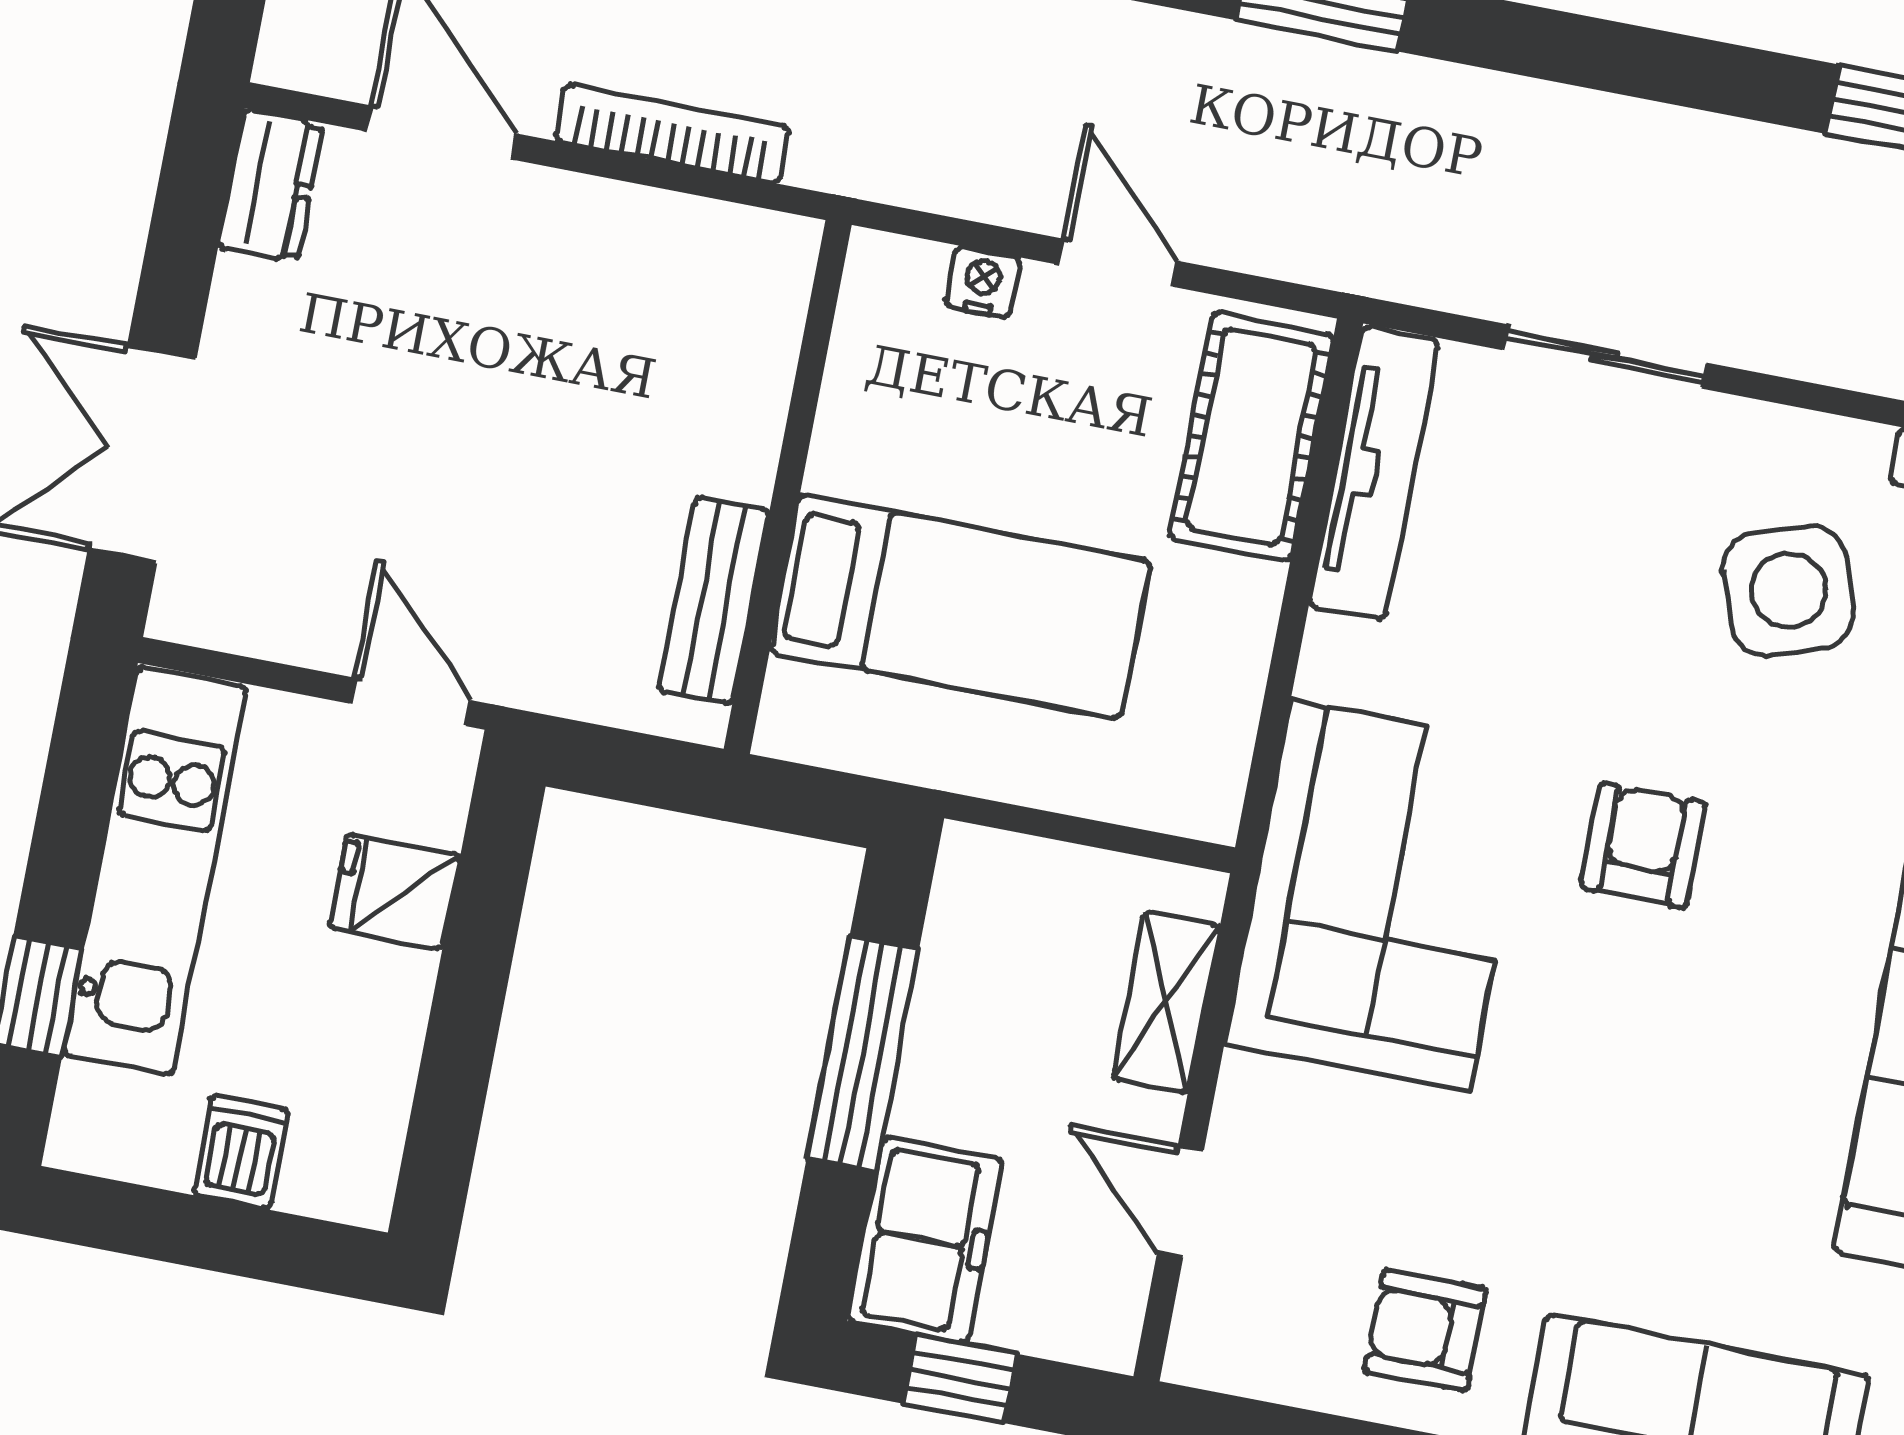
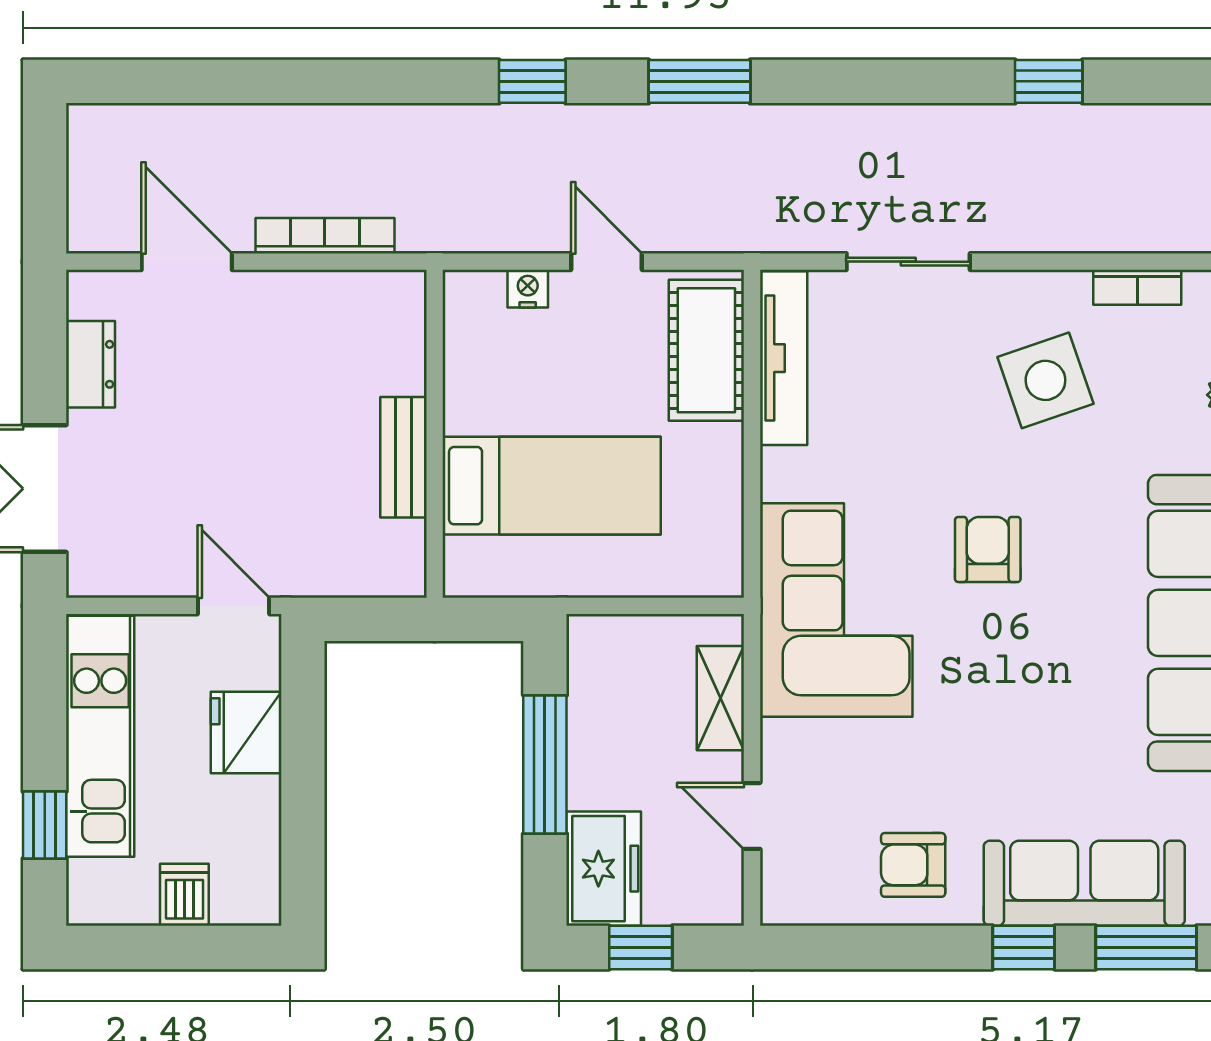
dresser: (271, 186) -> (91, 364), moved
bench: (714, 600) -> (404, 457), moved
fridge: (395, 891) -> (246, 732), width x1.38

